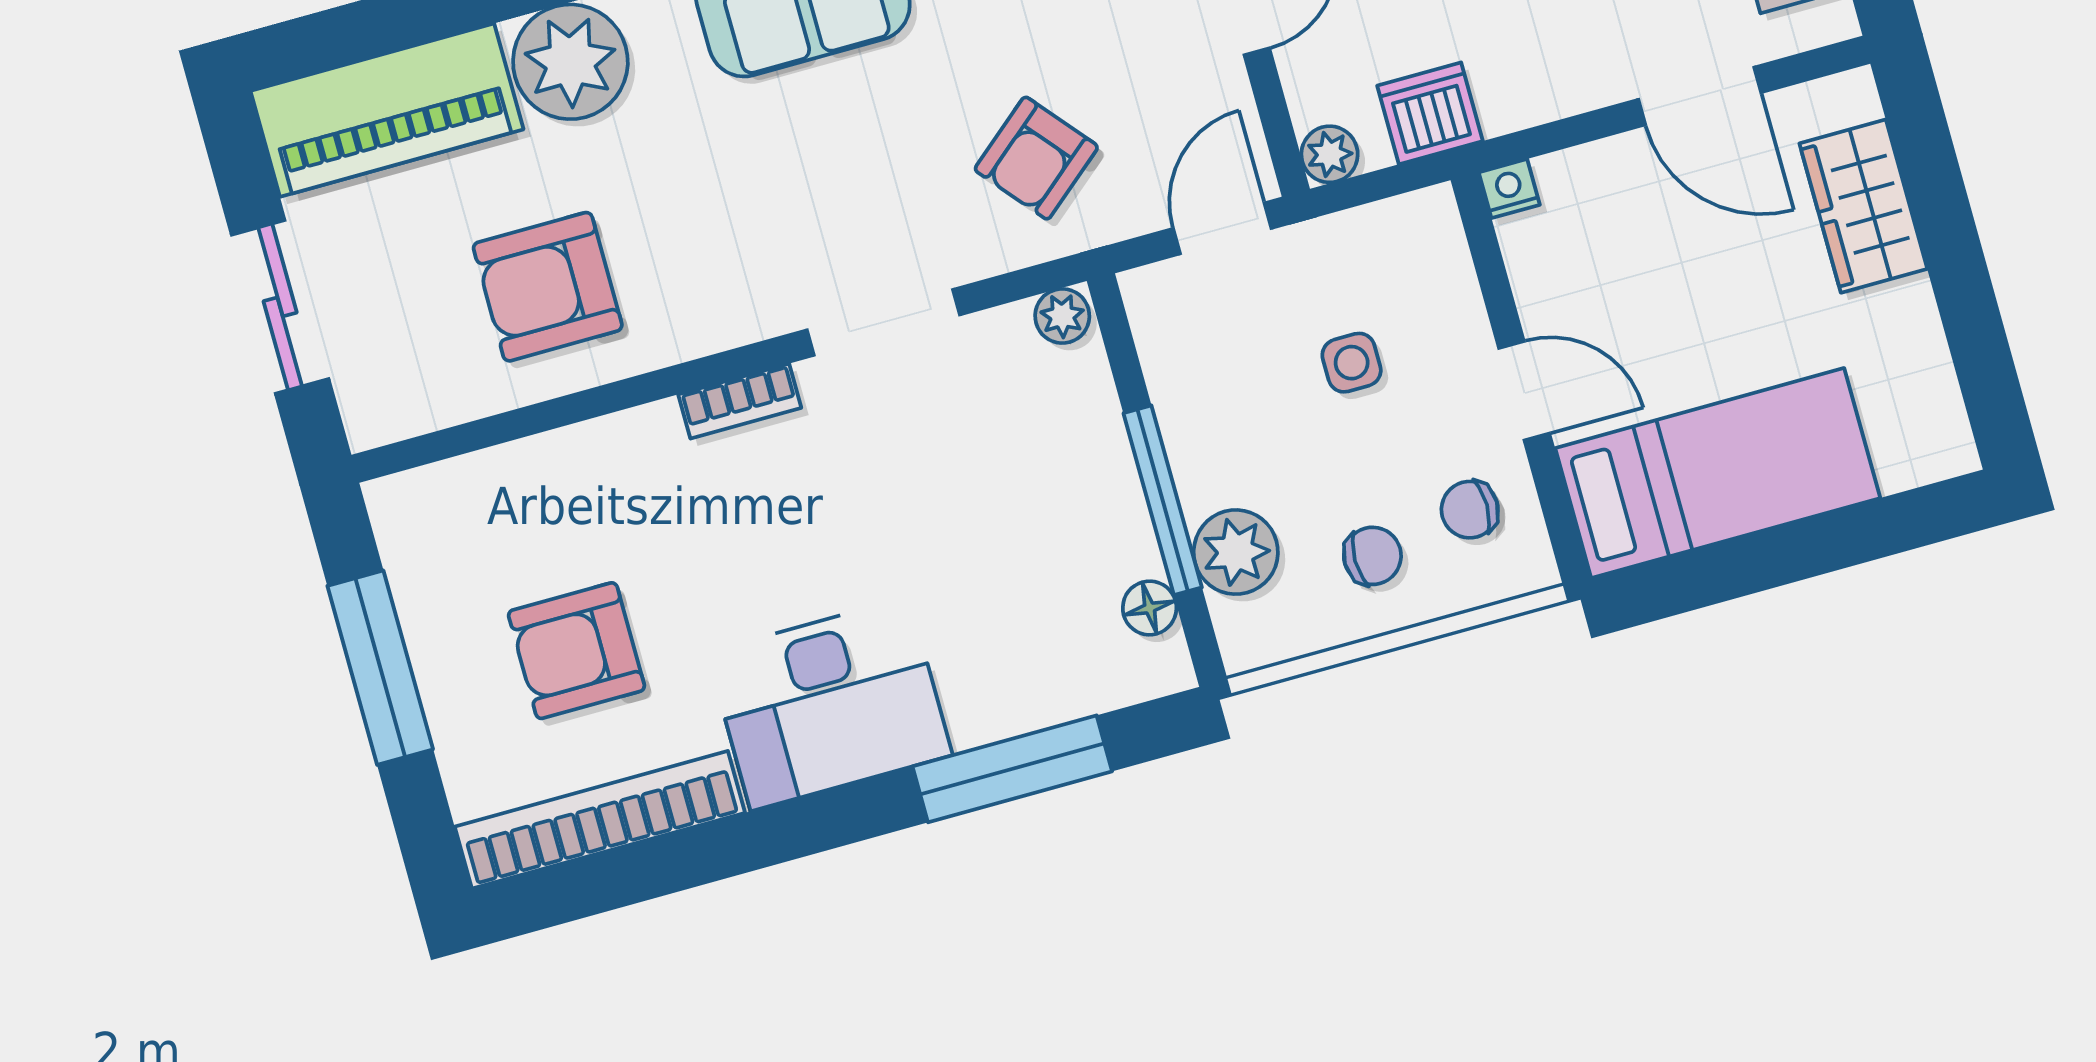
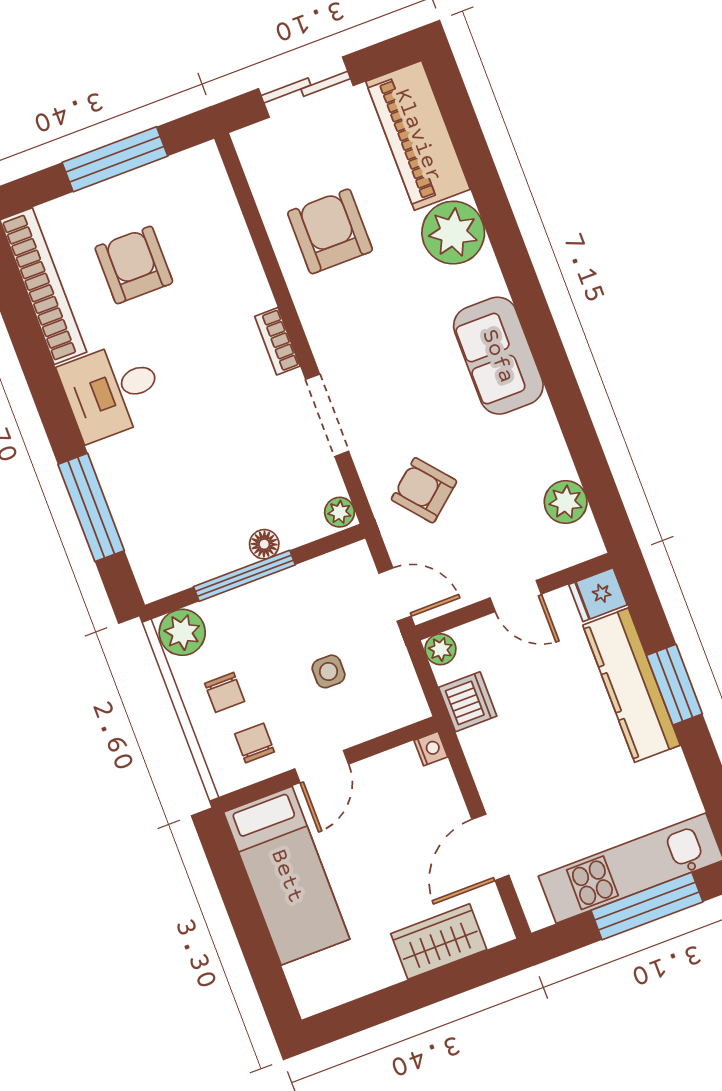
plant: (1236, 552) -> (182, 632), moved
floor lamp: (1150, 608) -> (264, 544), moved
desk: (830, 704) -> (112, 391), width x0.73

